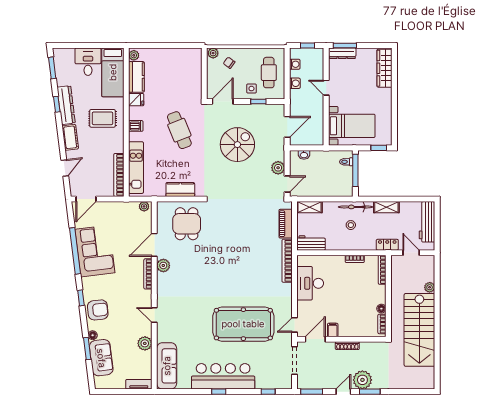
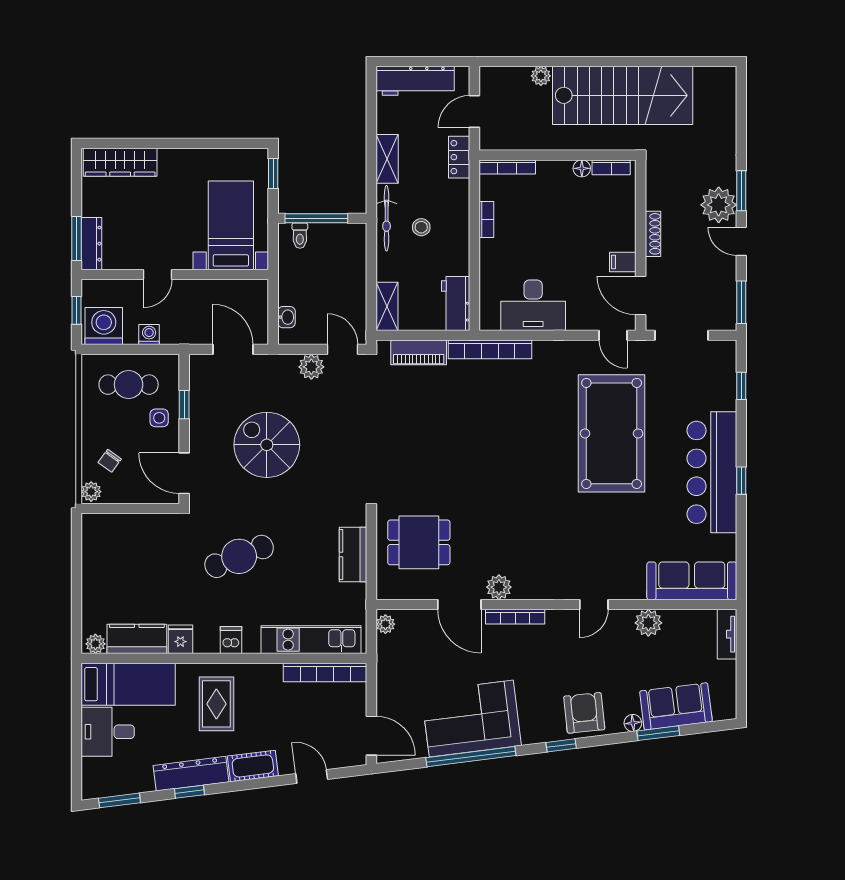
washing machine: (295, 64) -> (104, 326), width x1.89, depth x1.89

